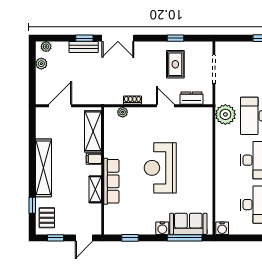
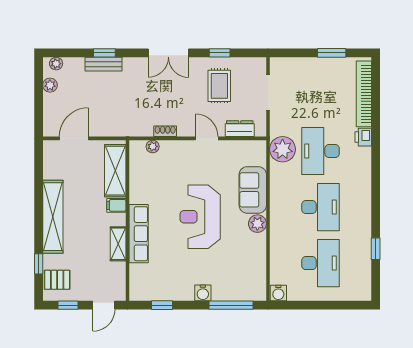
double door: (118, 38) -> (168, 53), moved
plant: (206, 173) -> (257, 224), added
pallet: (47, 218) -> (57, 280), turned 90
sofa: (188, 224) -> (253, 190), moved, turned -90

